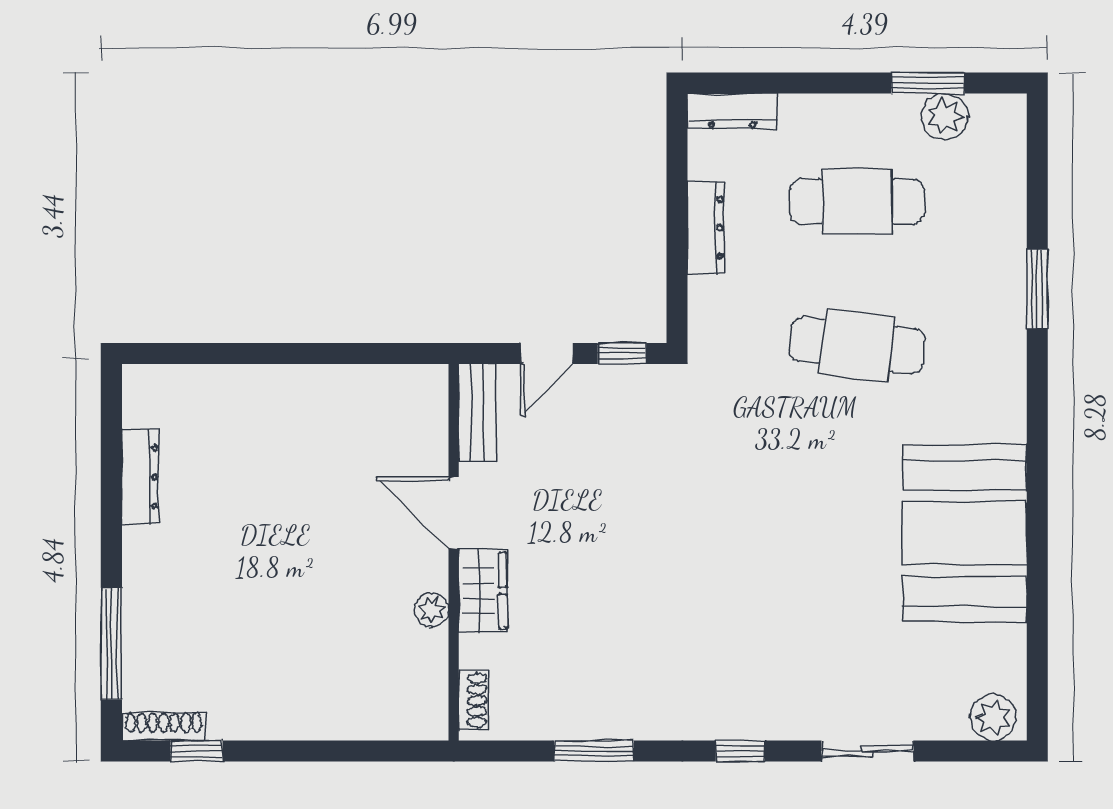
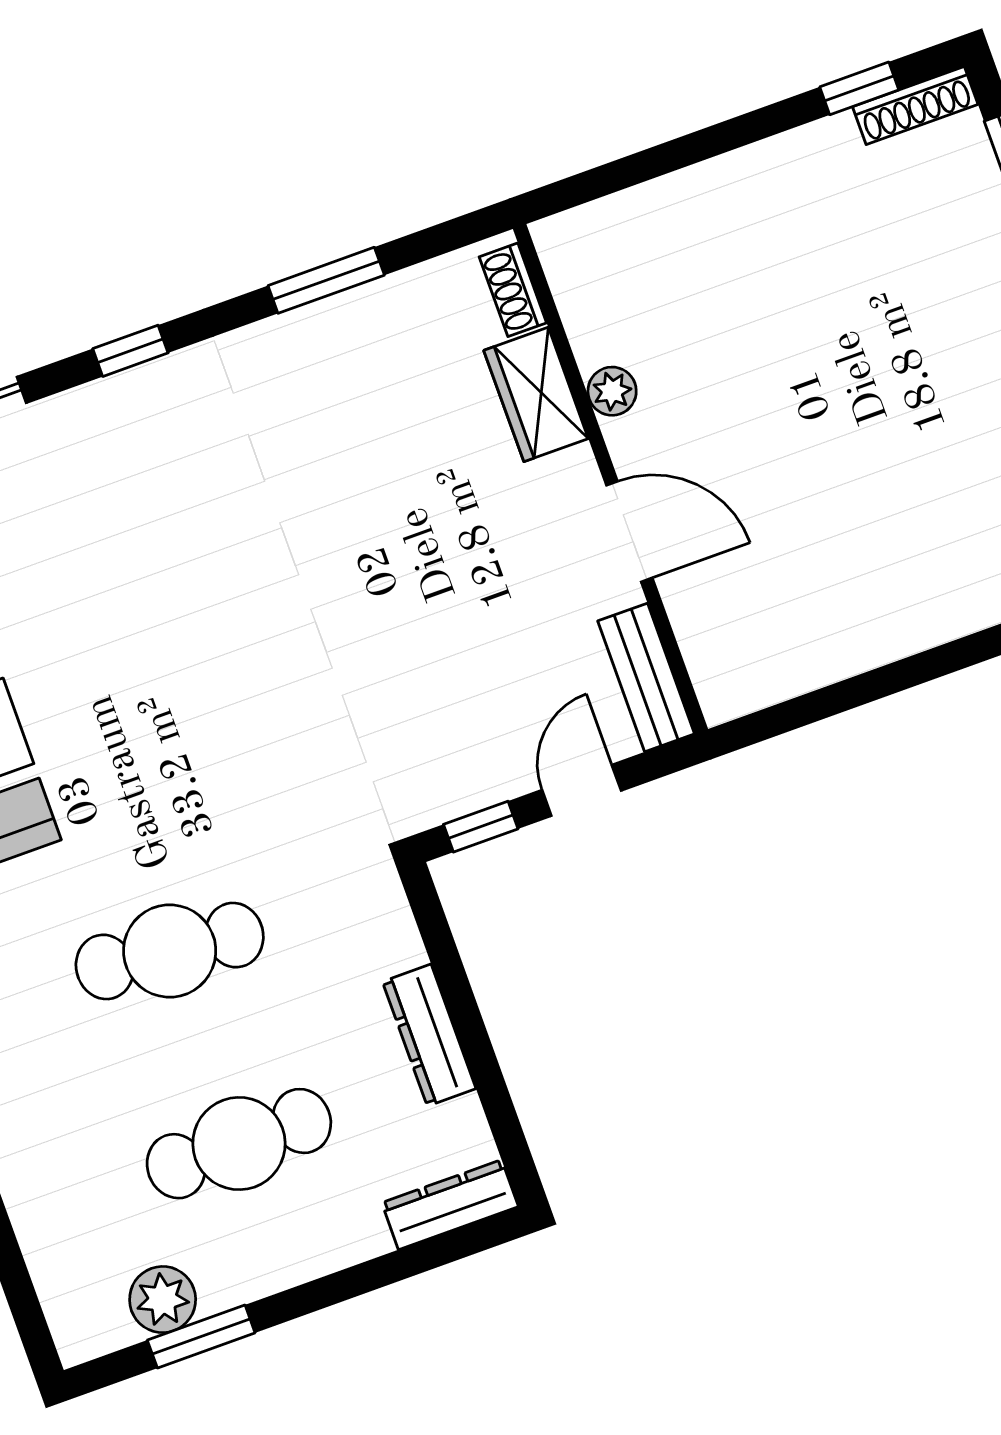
wardrobe: (483, 591) -> (536, 394), moved

